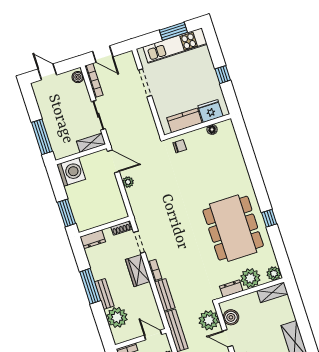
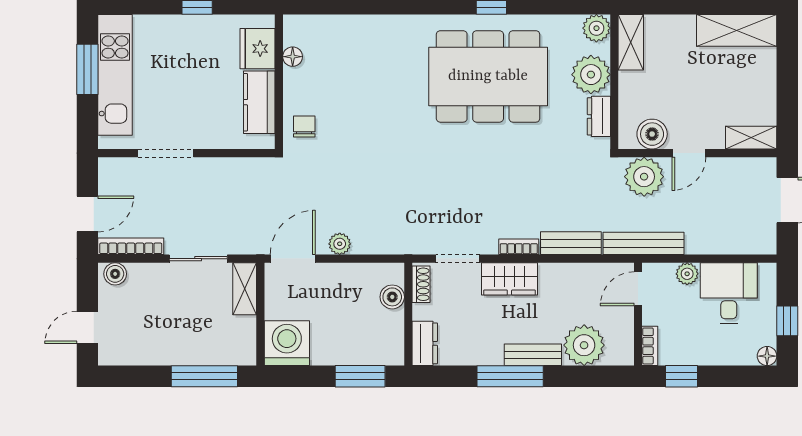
boiler: (110, 216) -> (392, 297), added

